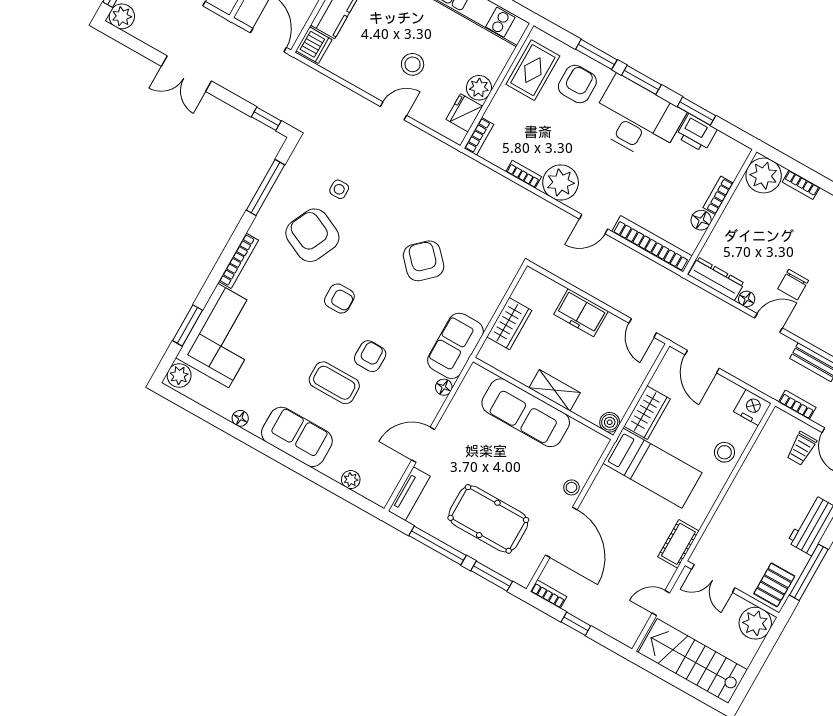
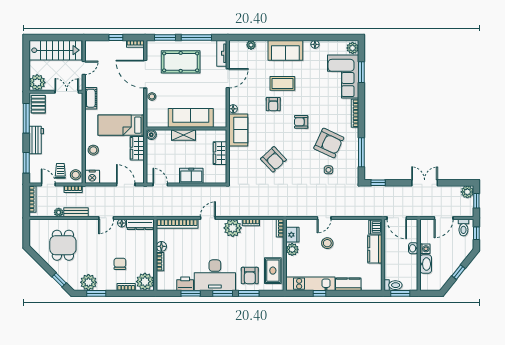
chair: (793, 285) -> (120, 264), moved
stool: (779, 427) -> (76, 175), added

